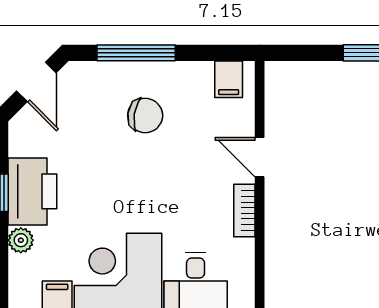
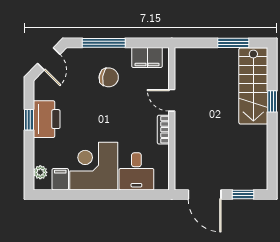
filing cabinet: (229, 79) -> (147, 57), width x2.00
plant: (21, 240) -> (40, 172), moved

